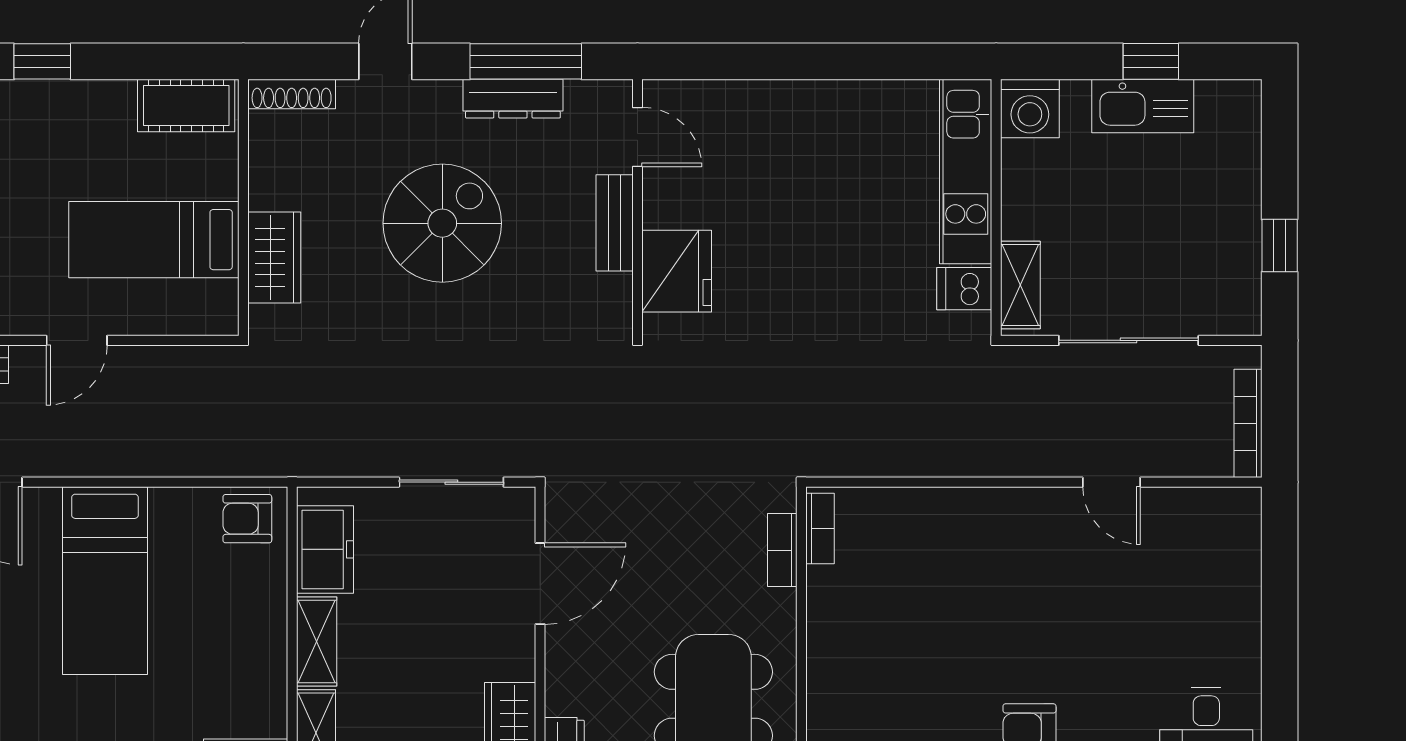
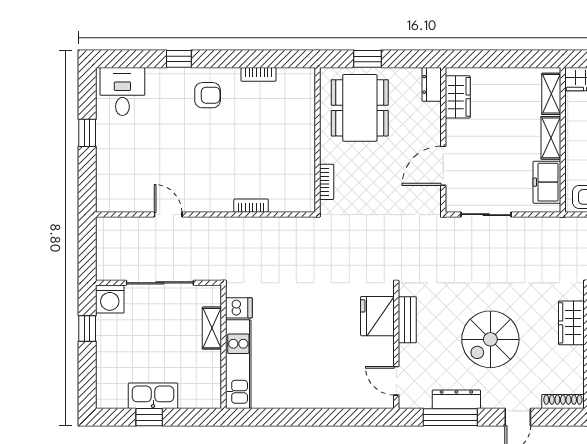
washing machine: (1030, 108) -> (110, 299), moved, turned 180
bench: (615, 223) -> (407, 320), moved
shelving: (1020, 285) -> (212, 328), moved
bookcase: (1248, 423) -> (102, 243), removed
bookcase: (820, 529) -> (251, 206), moved, turned 90
window: (1280, 652) -> (87, 133), added

